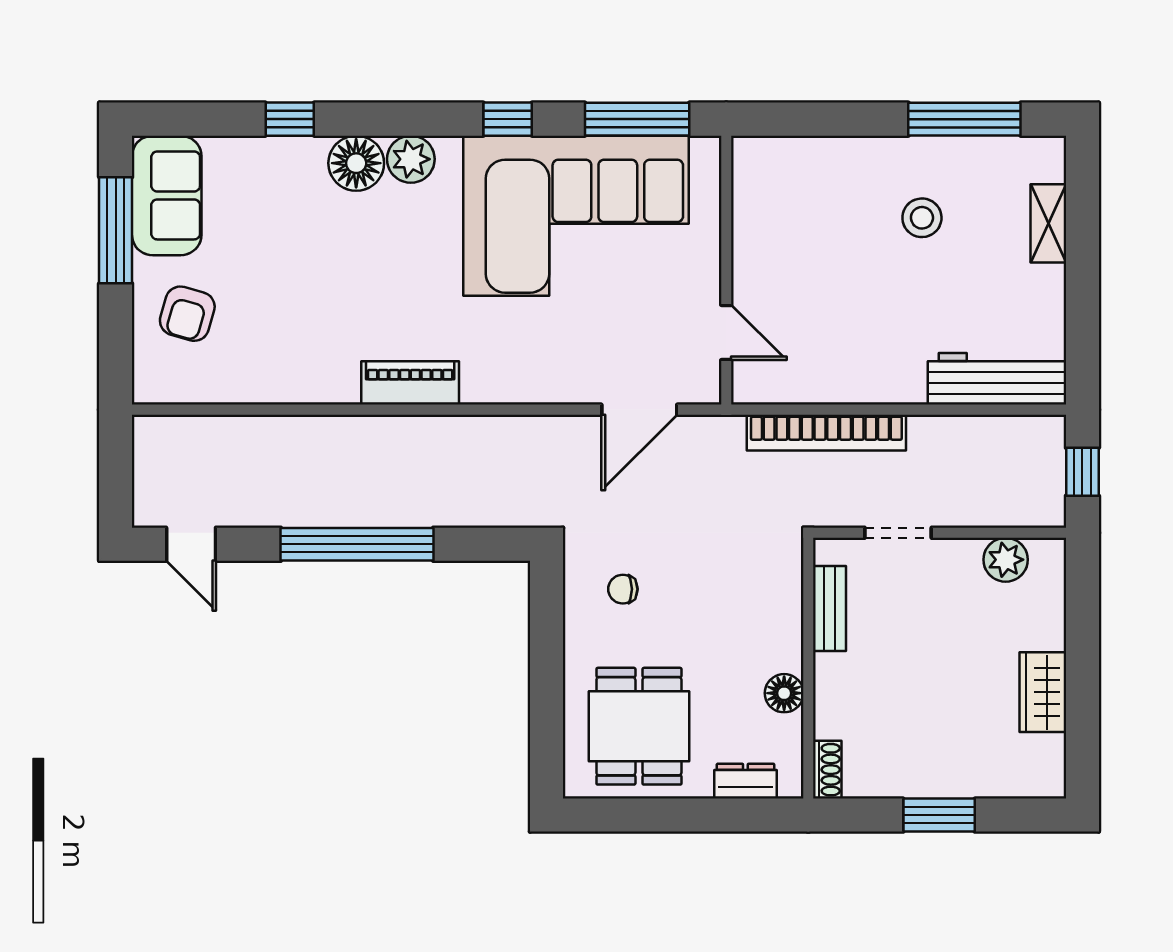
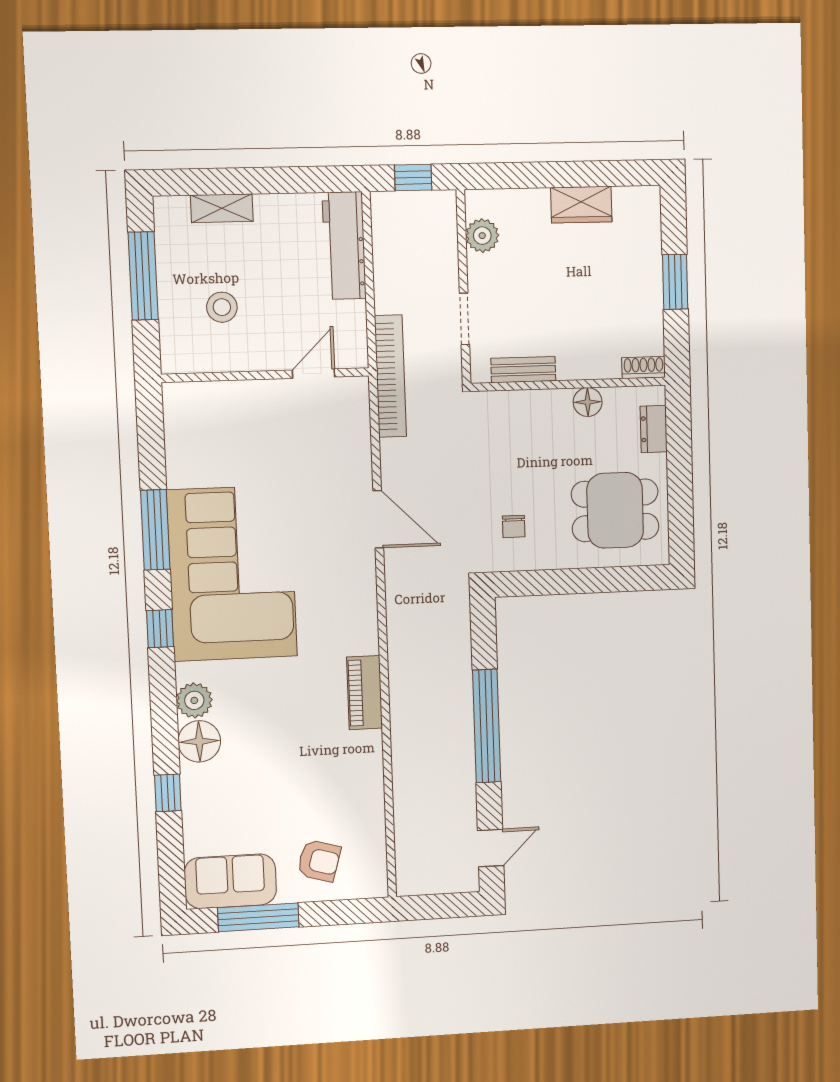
wall: (726, 270) -> (265, 375), moved
door: (726, 332) -> (314, 374), moved

